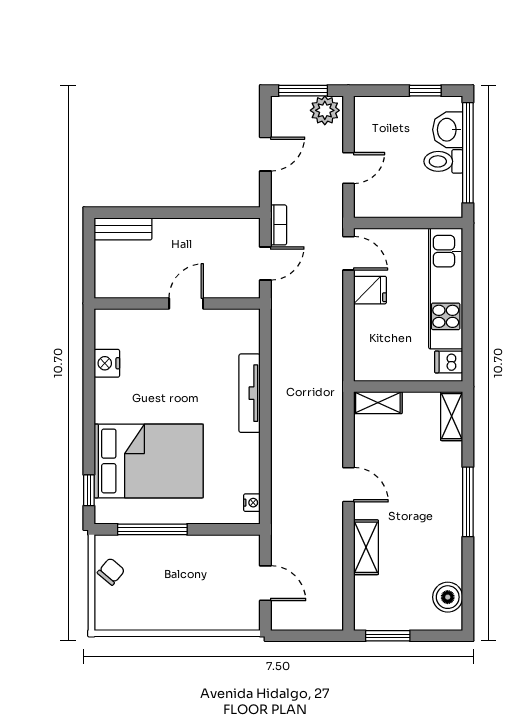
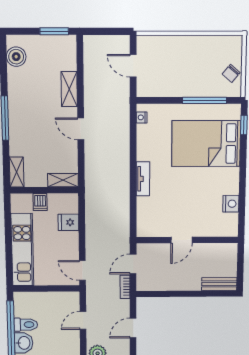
fridge: (370, 290) -> (69, 222), moved
dishwasher: (449, 362) -> (40, 202), moved, turned 90
tv unit: (250, 393) -> (143, 179), width x0.71

